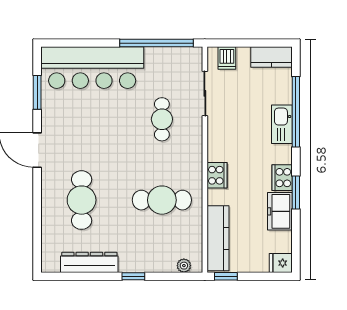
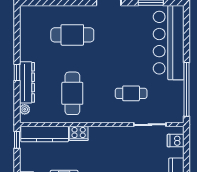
cooker: (217, 175) -> (79, 133), moved
dresser: (89, 262) -> (27, 82), moved

